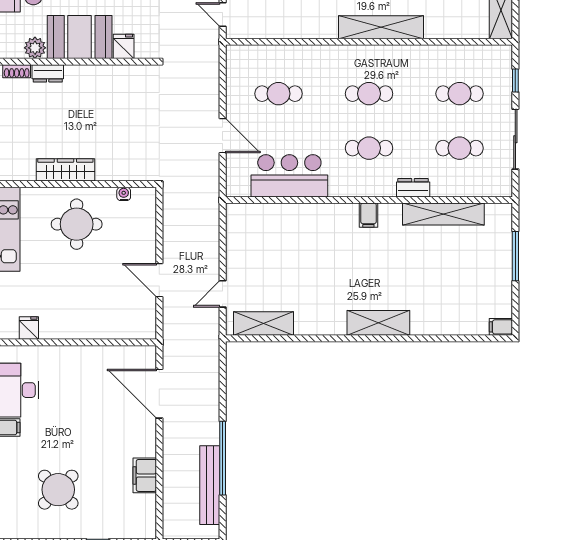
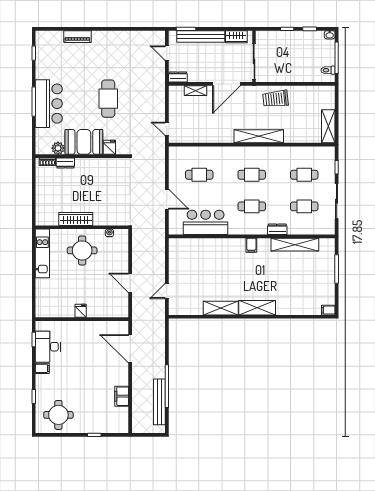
shelving: (263, 324) -> (221, 308), moved
fridge: (29, 328) -> (81, 311), moved
round table: (58, 490) -> (58, 415), moved, turned 45

